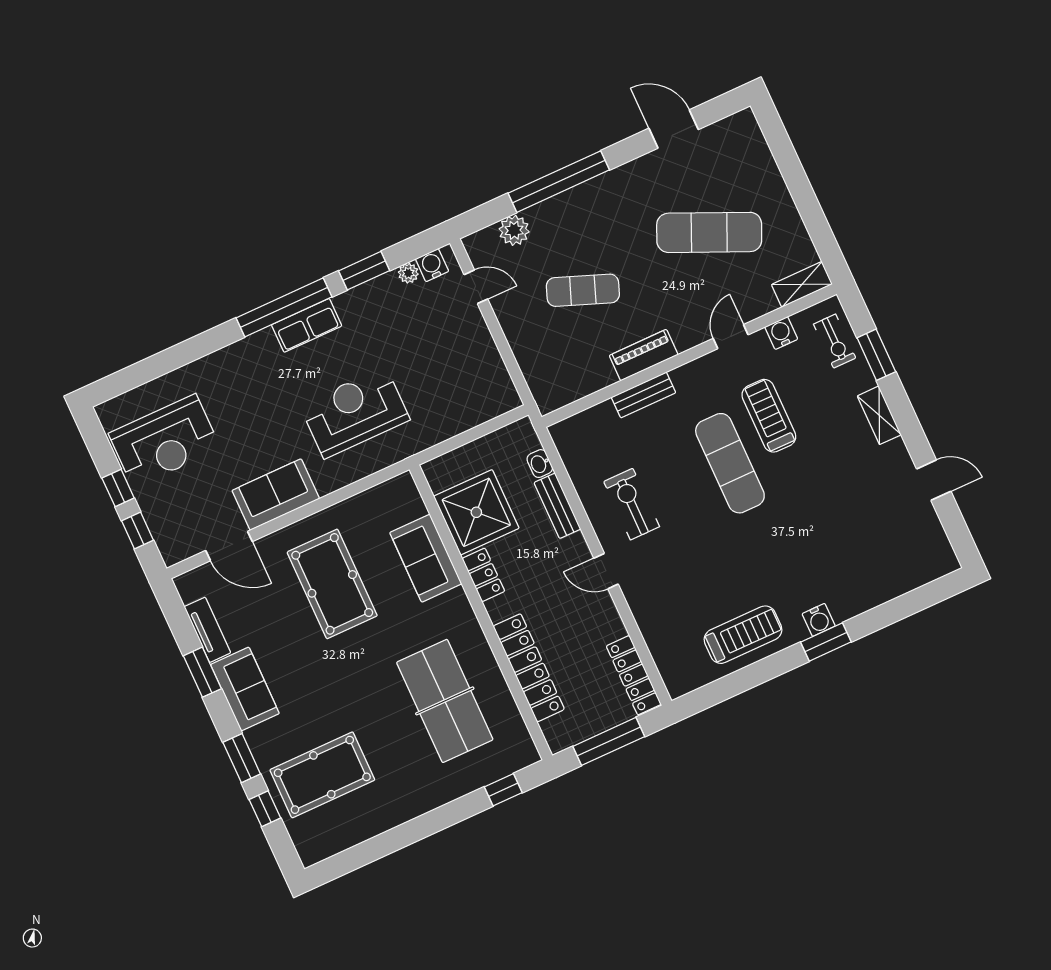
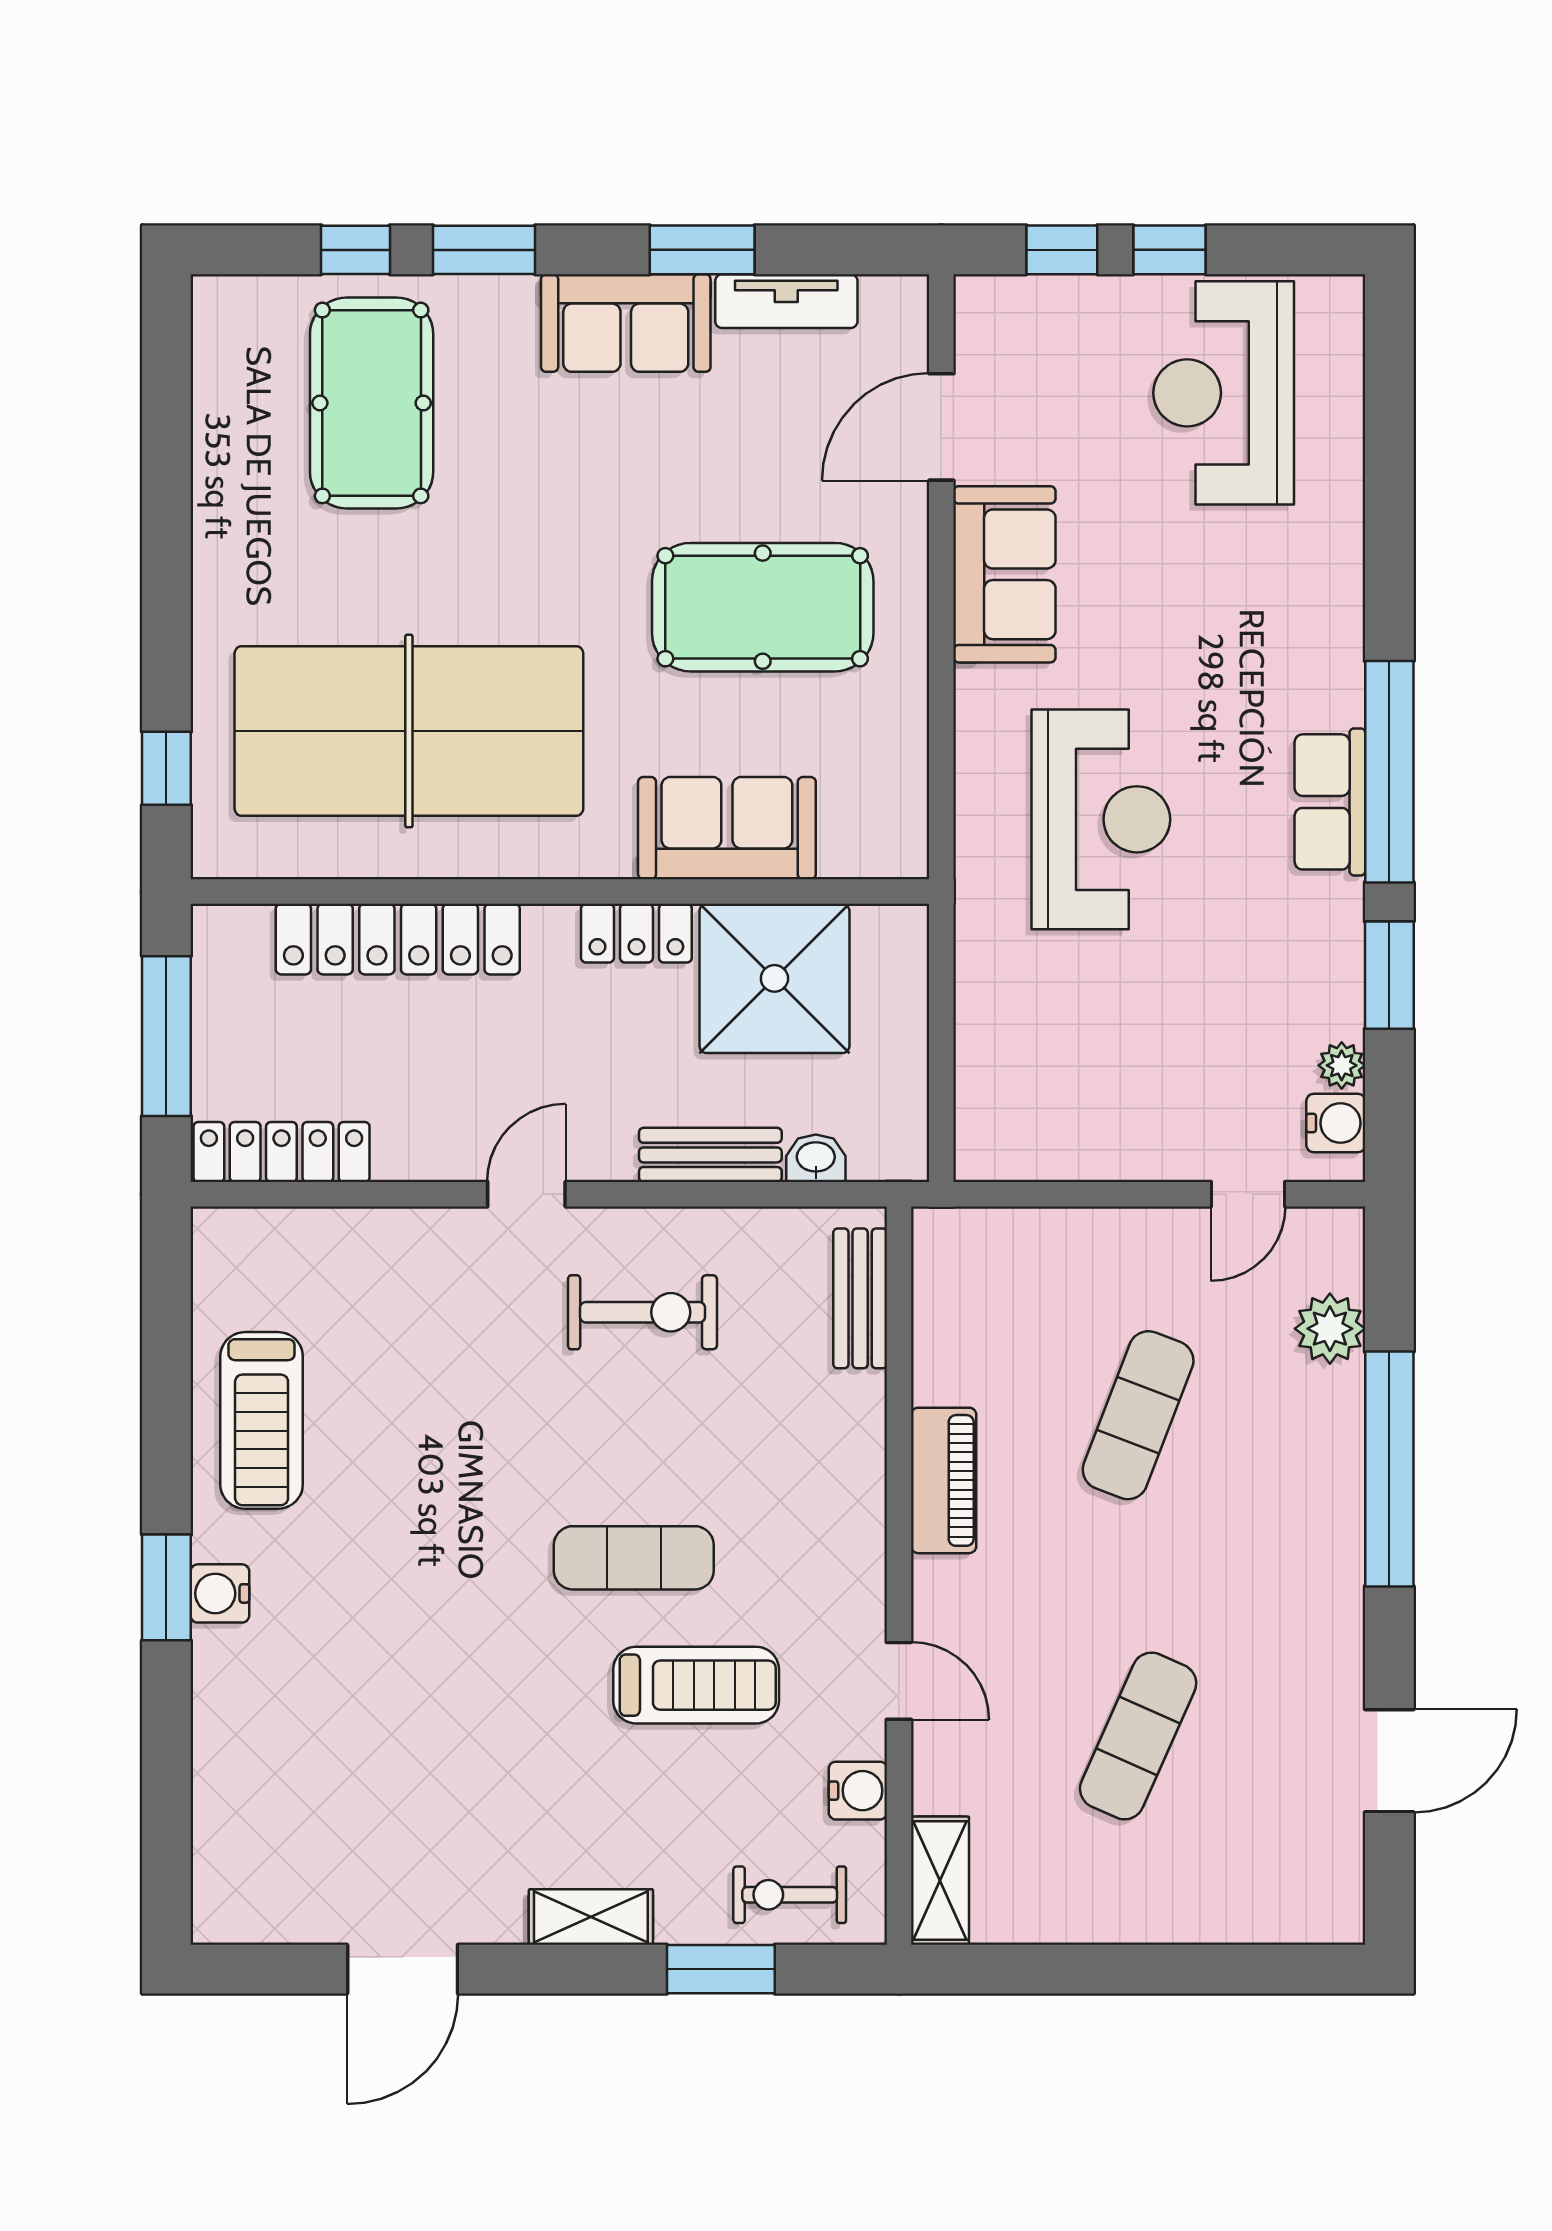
exercise mat: (709, 232) -> (1138, 1736), width x0.73, depth x0.69
bench: (644, 395) -> (860, 1298), moved
exercise mat: (730, 463) -> (634, 1558), width x0.73, depth x0.69
door: (934, 480) -> (403, 1969), width x1.38
table tennis table: (445, 701) -> (409, 731), width x1.36, depth x1.32

